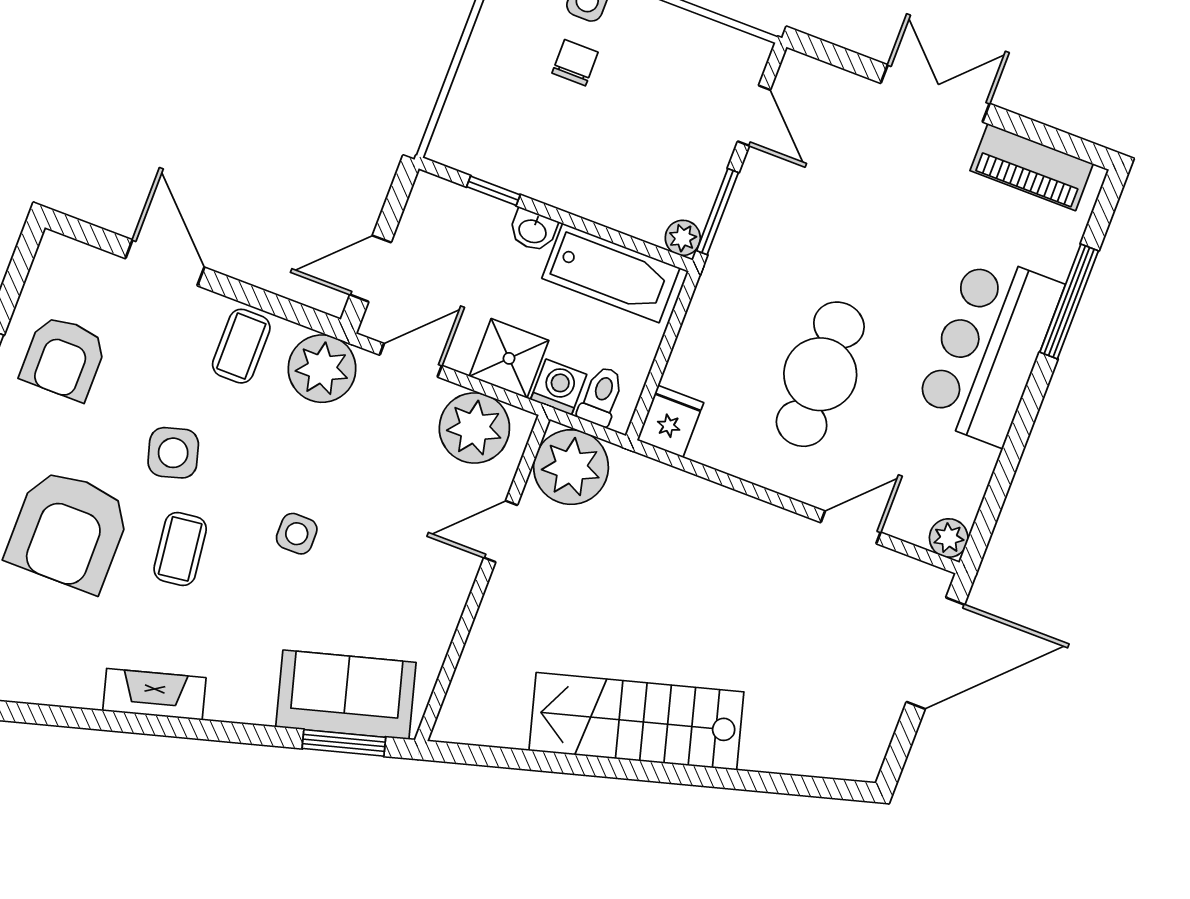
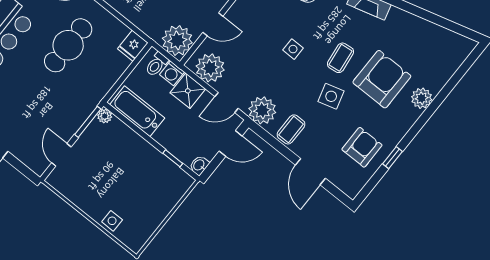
chair: (575, 63) -> (125, 198), removed
washbasin: (533, 230) -> (199, 165), moved, turned -90

